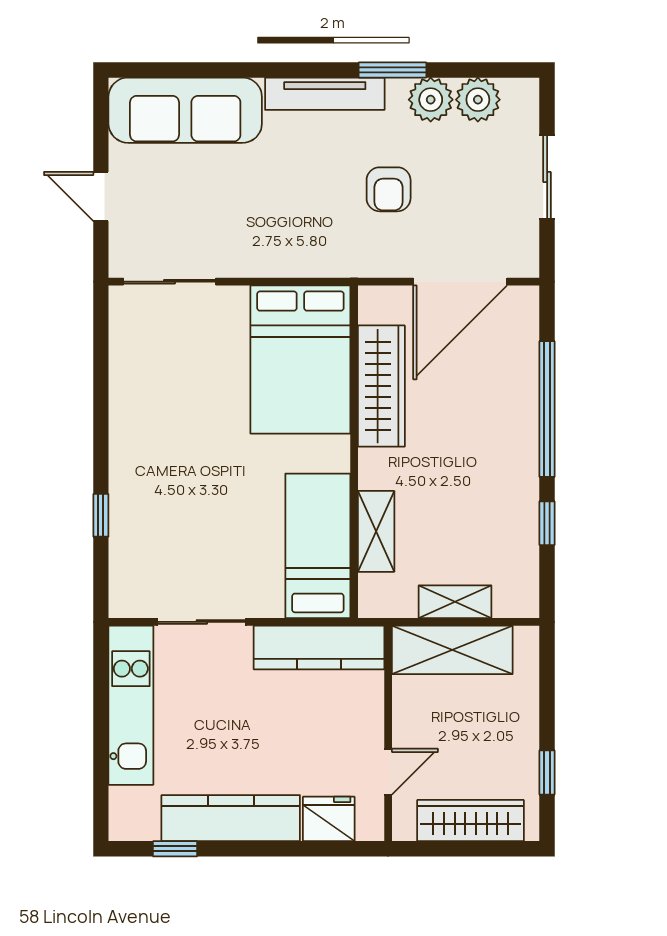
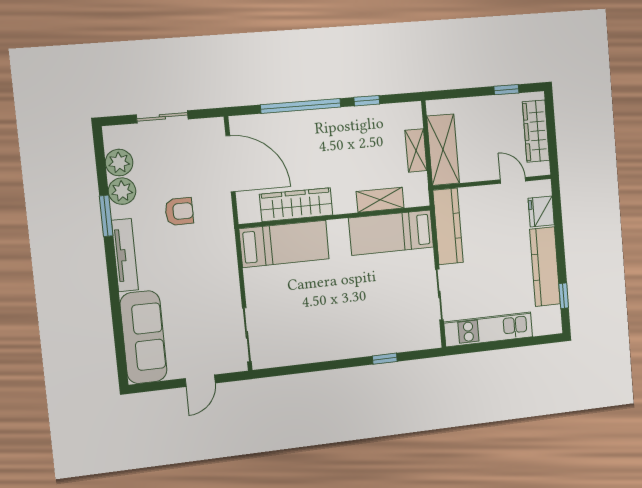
bed: (300, 360) -> (284, 244), width x0.67

